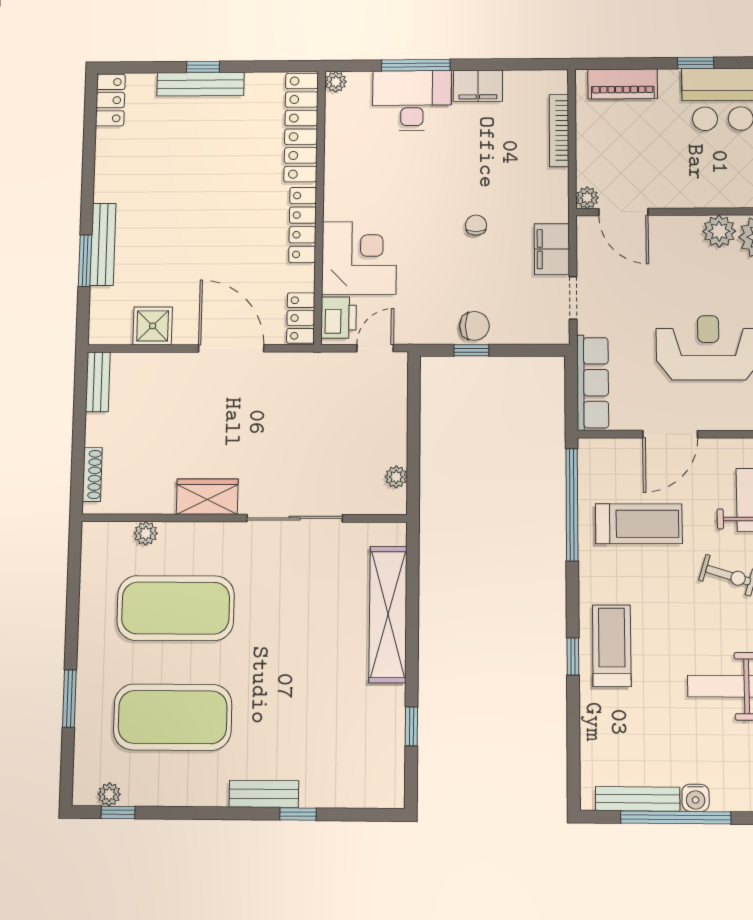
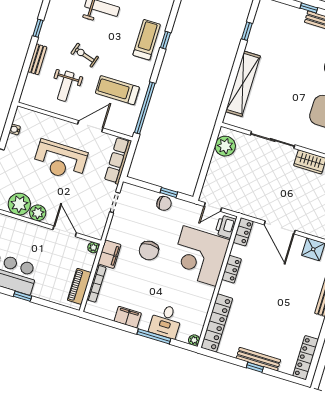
piano: (623, 84) -> (79, 286), moved, turned -90
locker: (110, 100) -> (306, 358), width x1.53
desk: (412, 100) -> (166, 321), width x0.73
door: (623, 212) -> (65, 231), moved
locker: (303, 225) -> (232, 269), width x0.66
chair: (476, 225) -> (149, 251), width x1.87, depth x1.87
filing cabinet: (552, 249) -> (109, 254), moved
corner desk: (359, 258) -> (200, 256), width x1.36, depth x1.36
chair: (474, 326) -> (164, 203), turned 180
plant: (396, 477) -> (225, 146), width x1.88, depth x1.88
treadmill: (612, 646) -> (147, 40), turned 180

